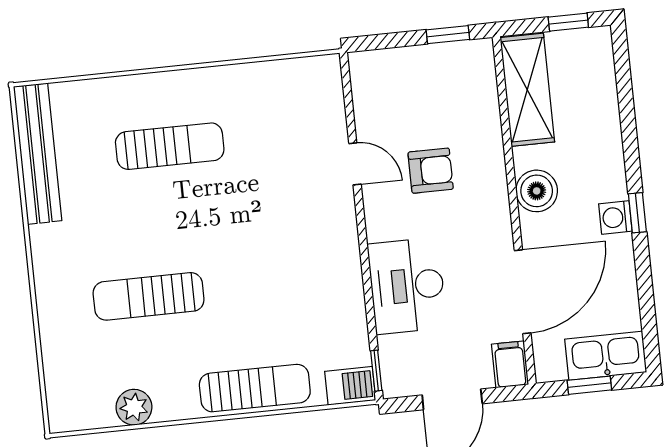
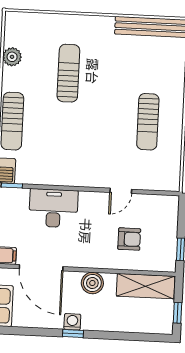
sun lounger: (170, 146) -> (148, 122), moved
armchair: (431, 171) -> (129, 239), moved, turned -90

